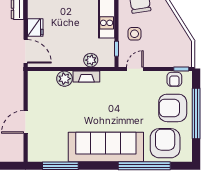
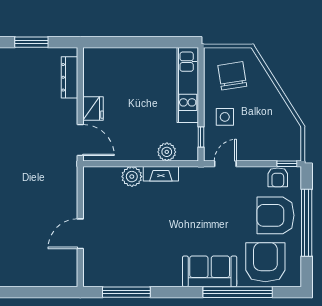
sofa: (106, 147) -> (210, 271), width x0.54, depth x0.79

